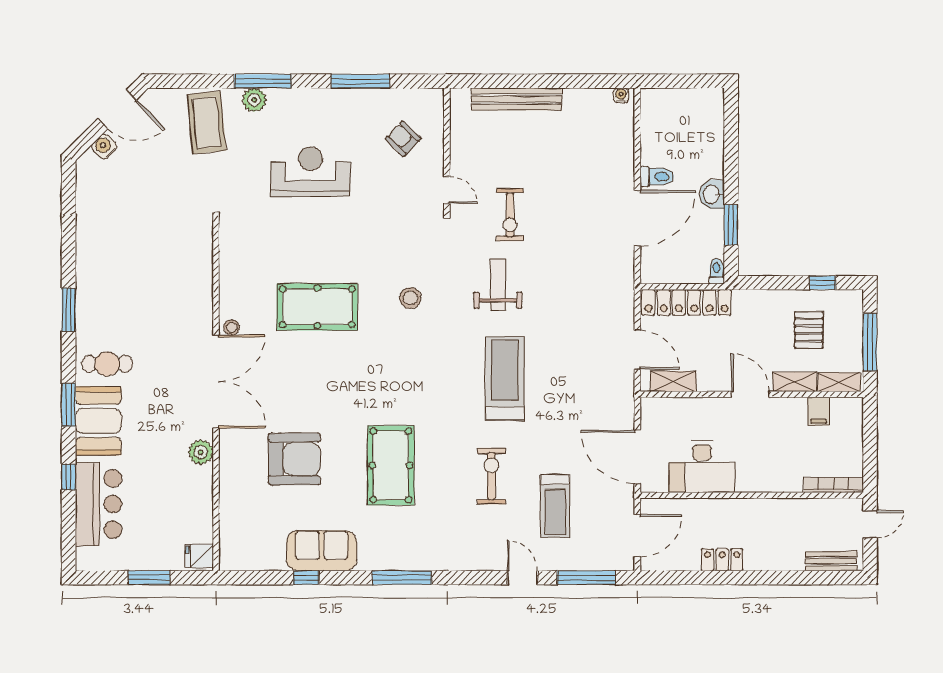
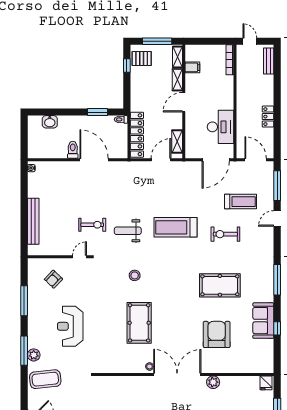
washbasin: (712, 194) -> (50, 122), moved
pallet: (809, 330) -> (142, 59), moved

